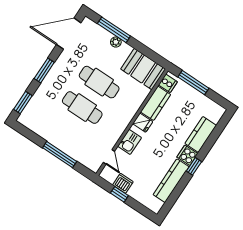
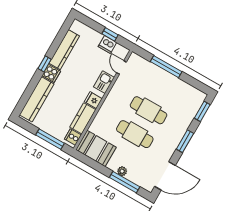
kitchen counter: (201, 134) -> (37, 99), width x1.50

